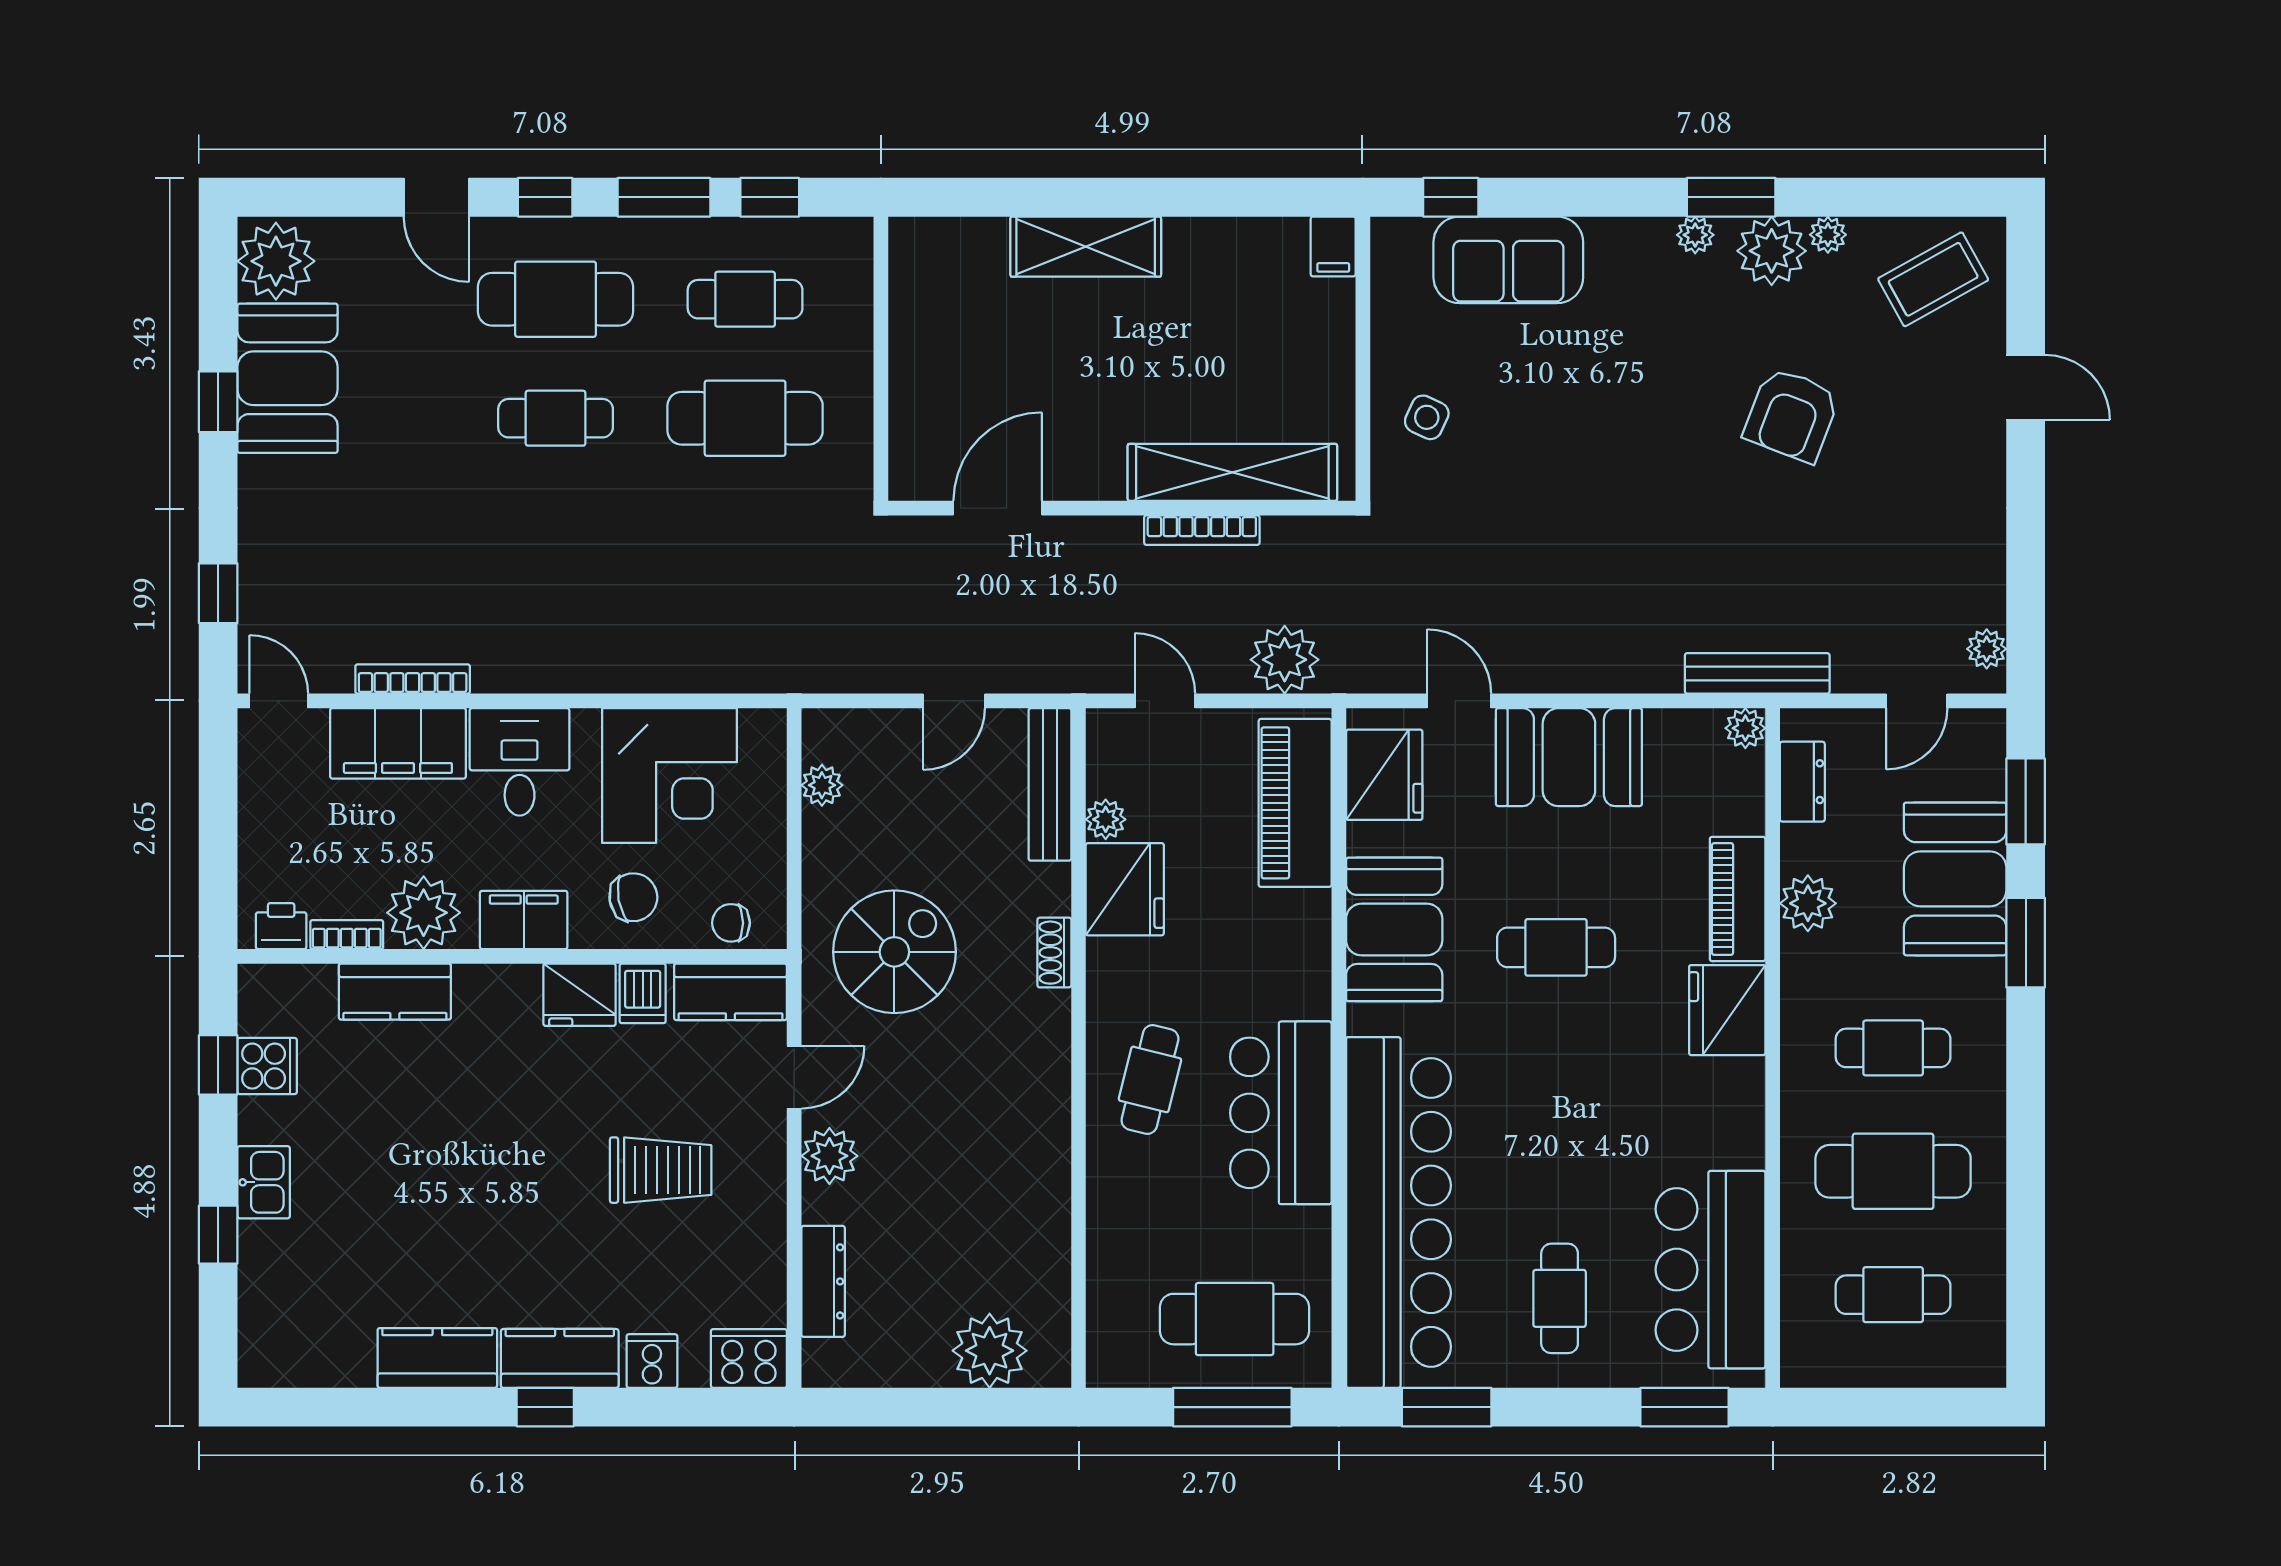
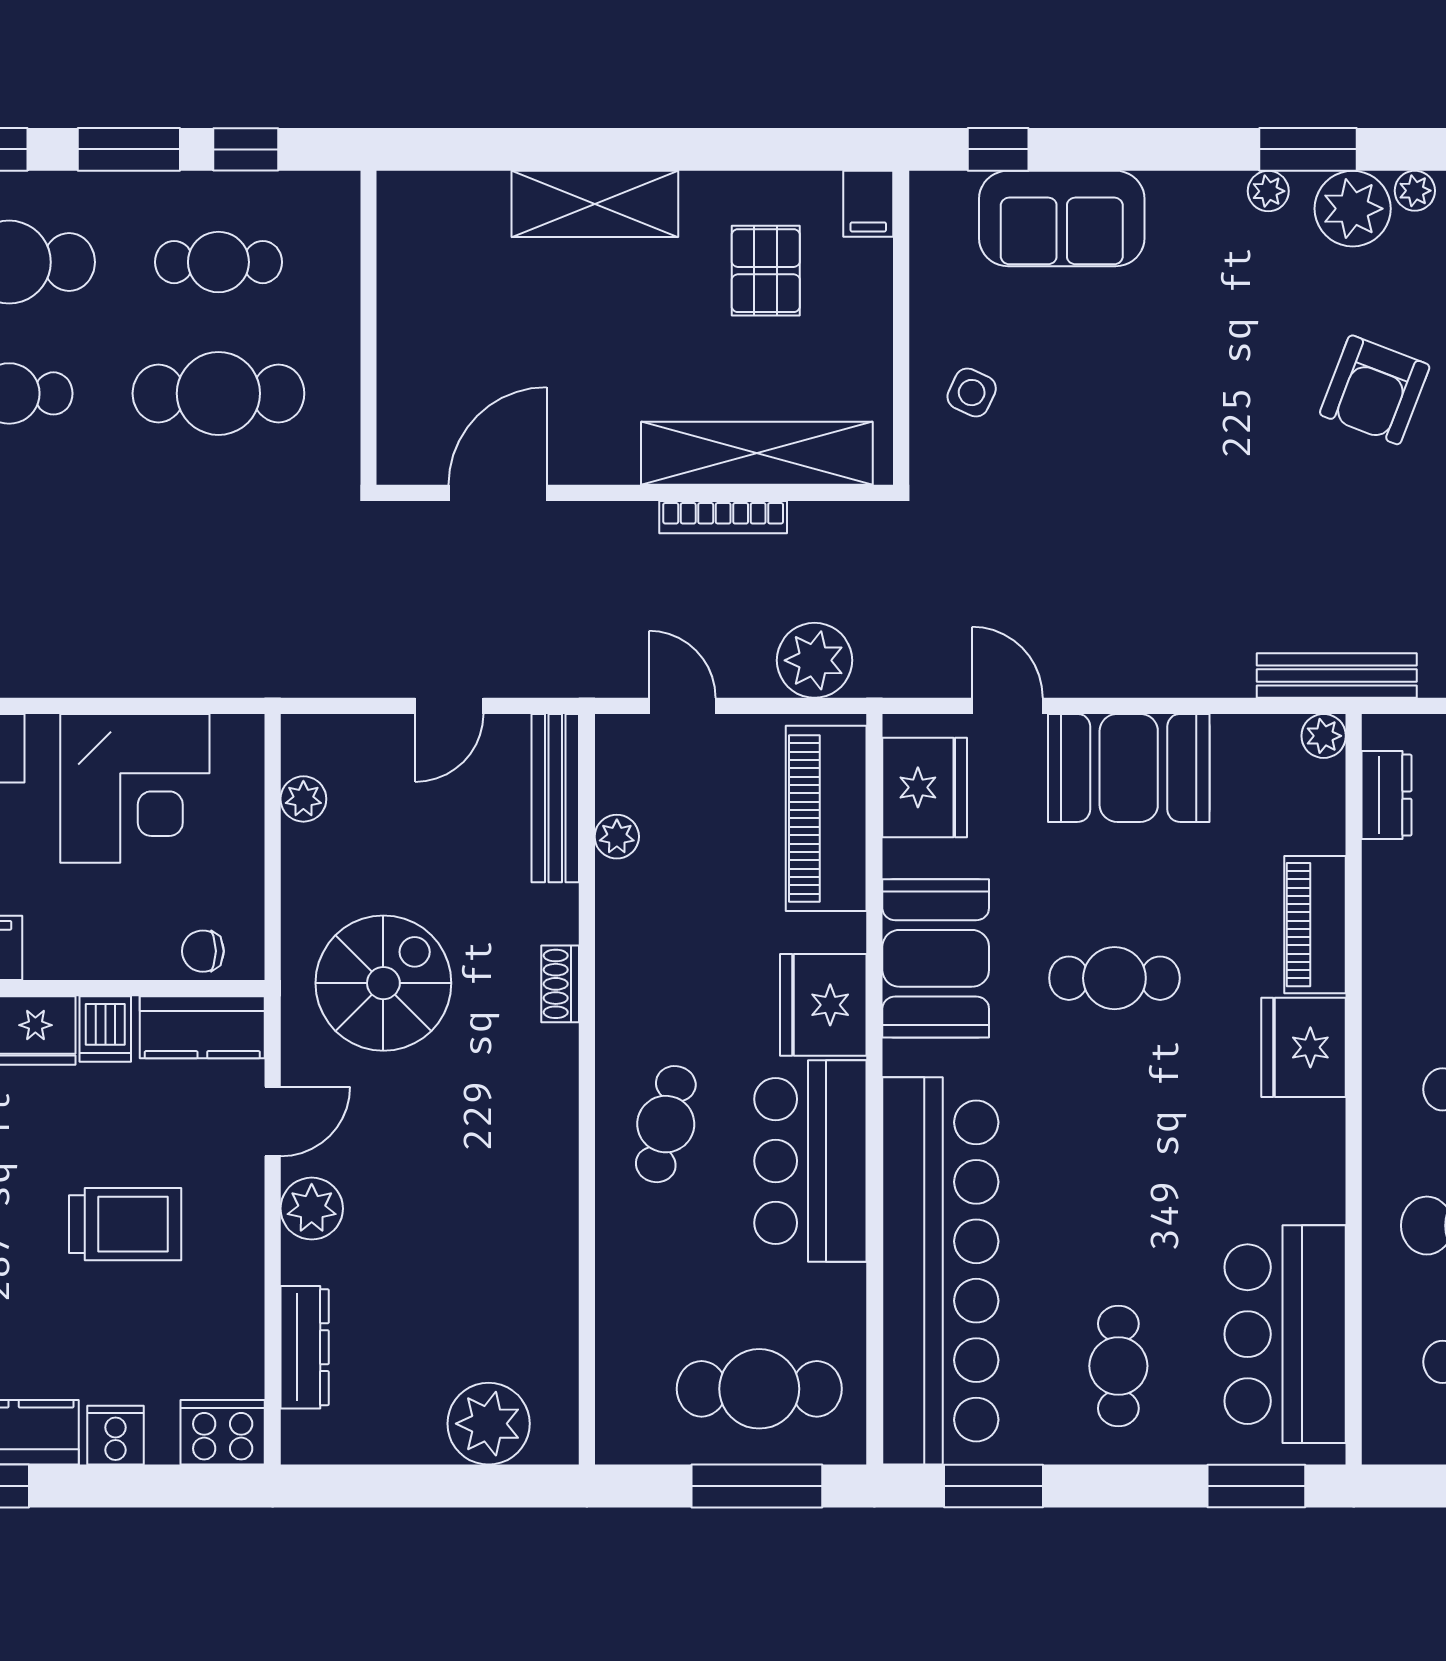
pallet: (1240, 307) -> (766, 271), added
fridge: (1125, 889) -> (823, 1005), moved, turned 180
chair: (633, 897) -> (95, 923), removed
plant: (1808, 903) -> (1393, 929), removed

